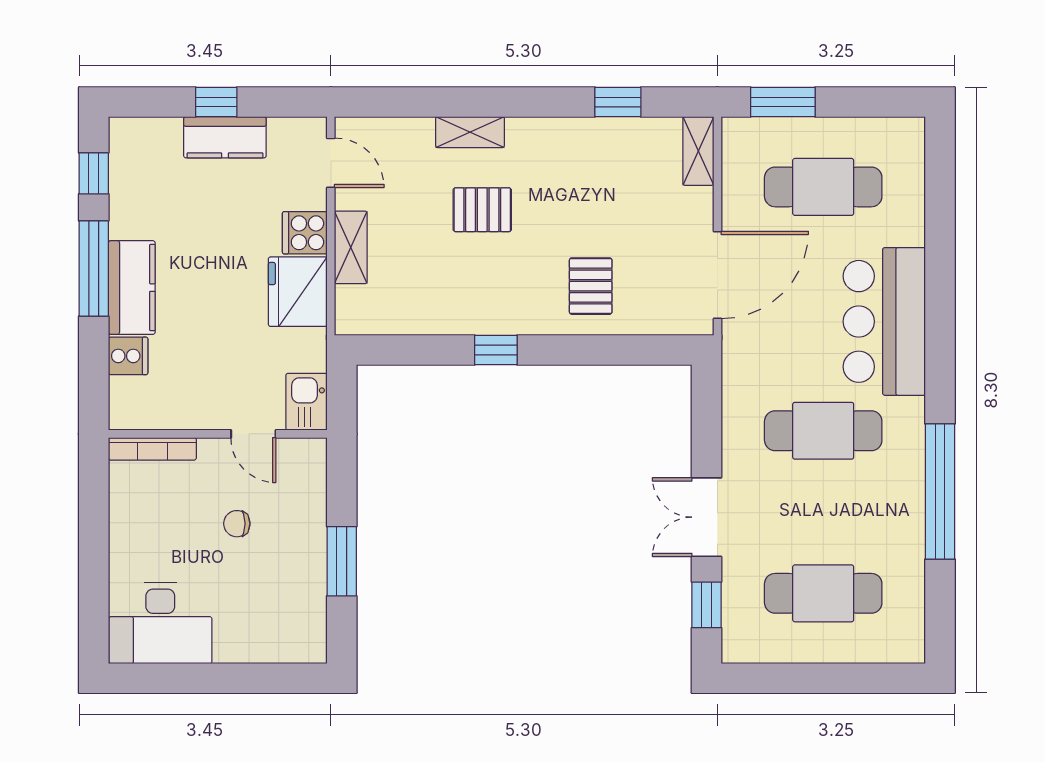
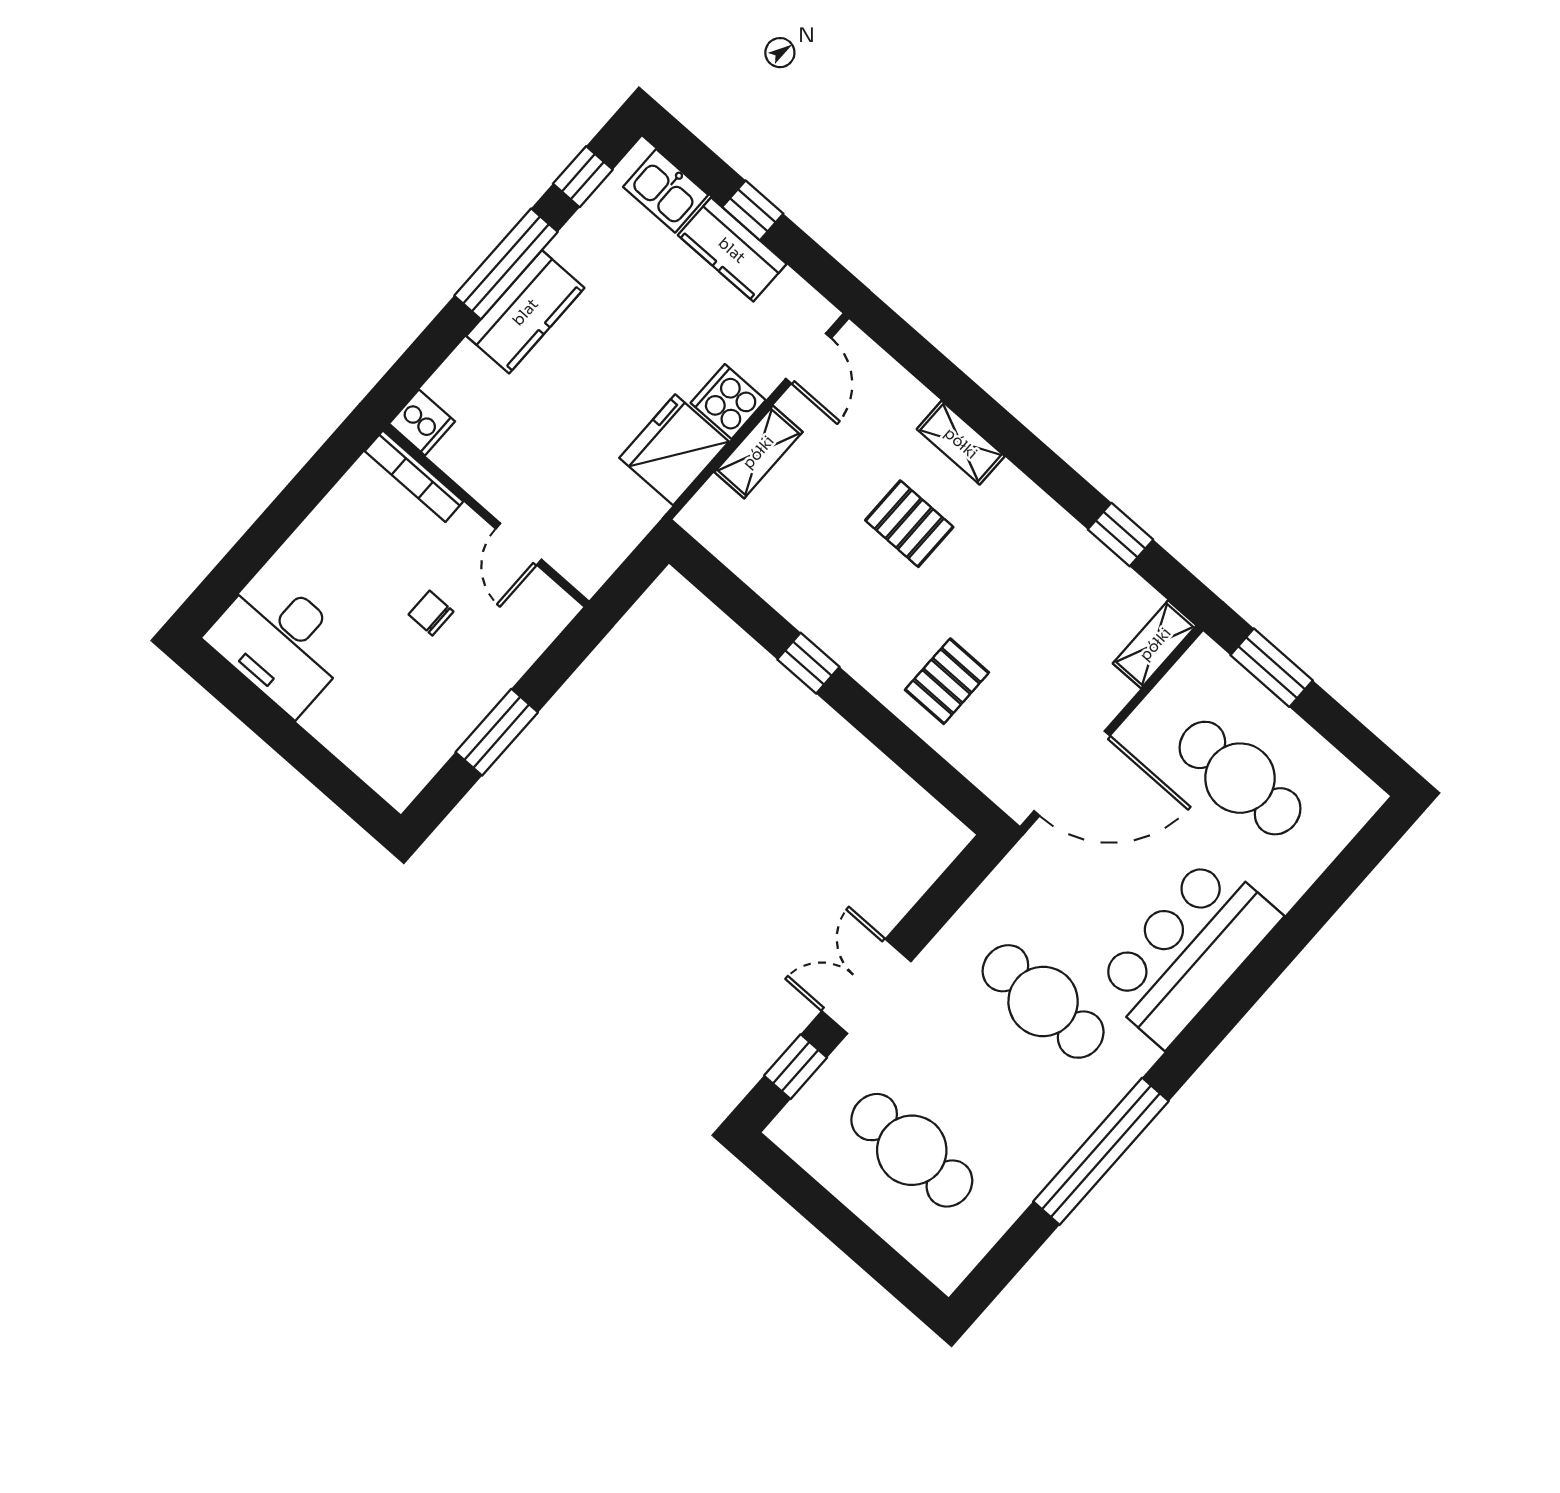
cooker: (128, 356) -> (422, 423), moved
kitchen sink: (307, 402) -> (666, 191), moved, turned -90

